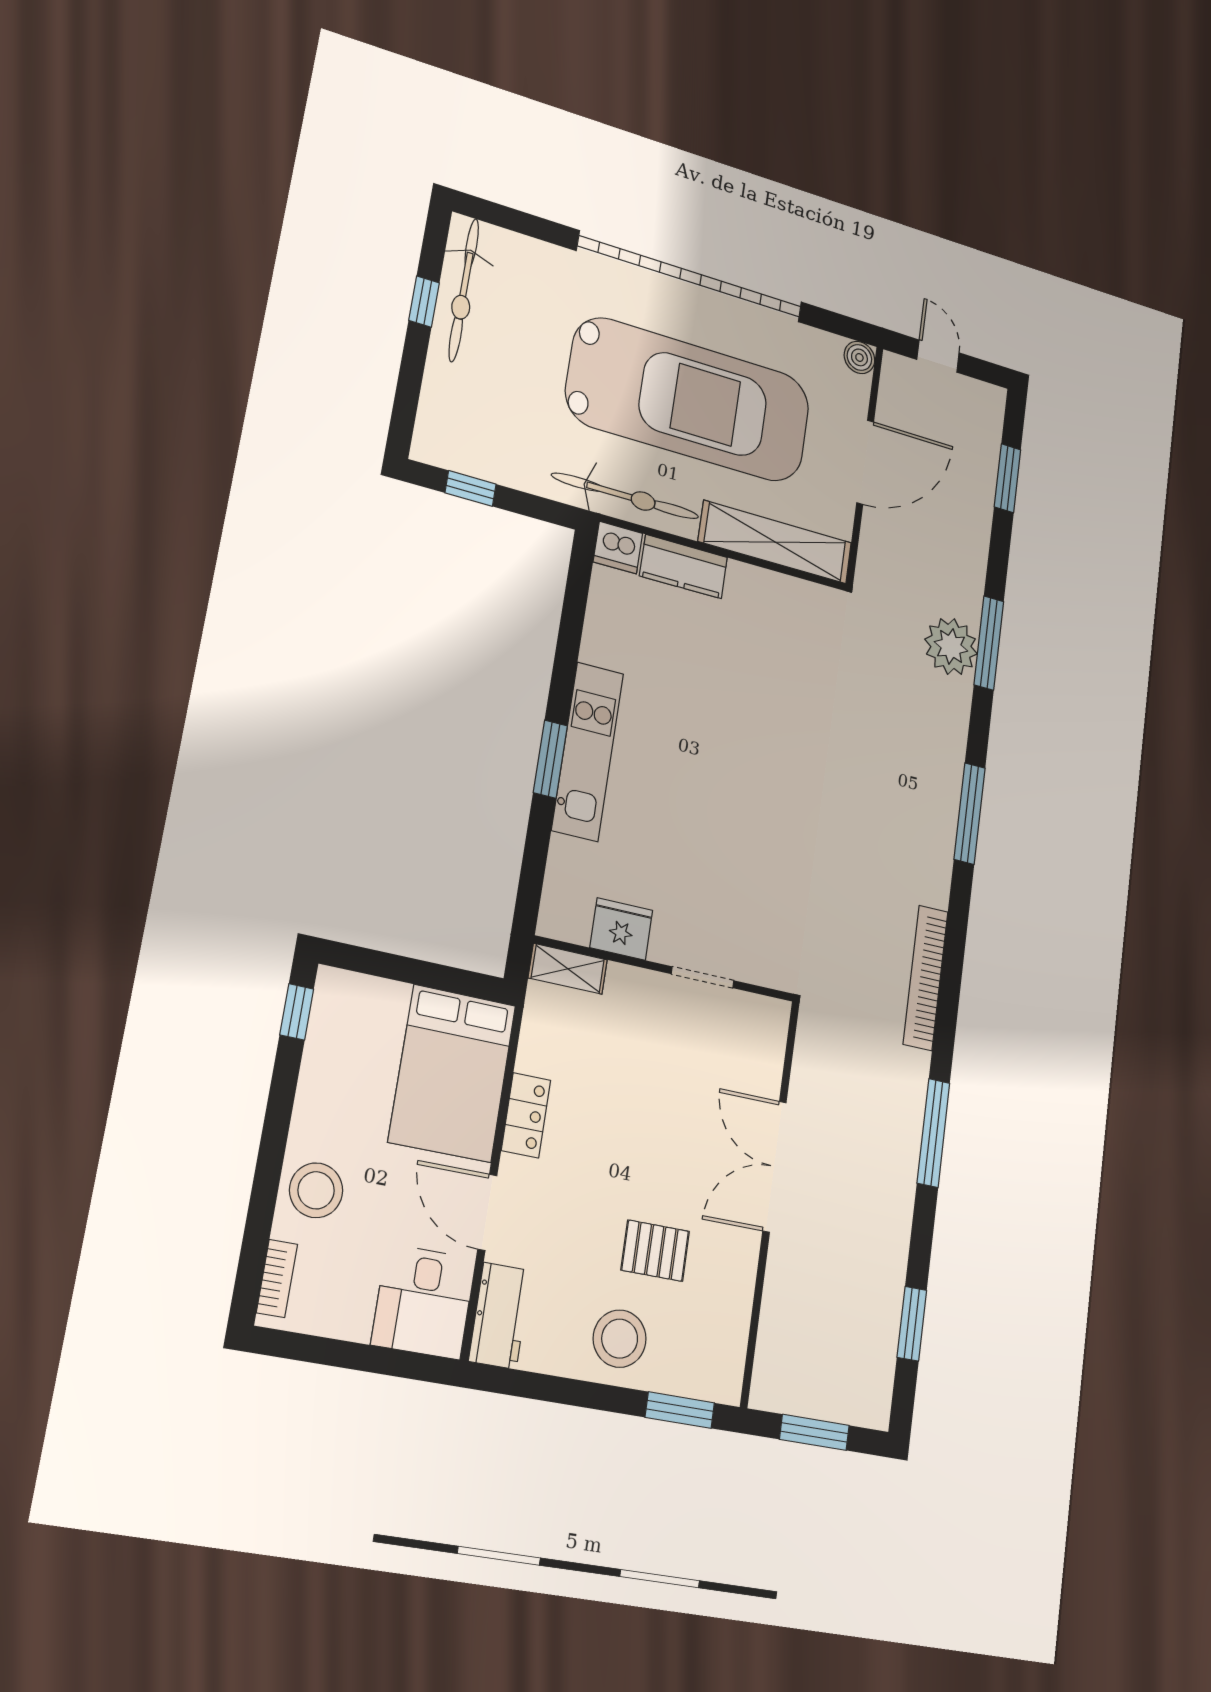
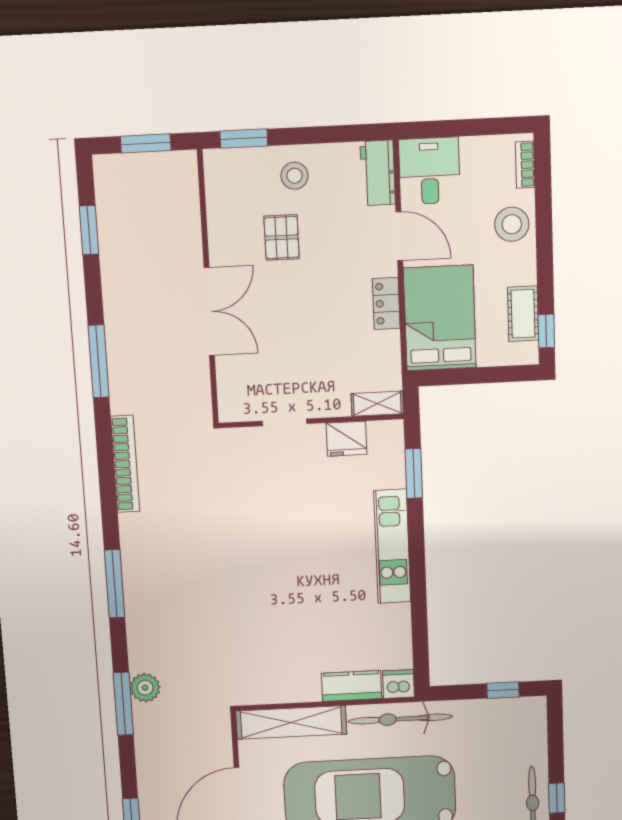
plant: (951, 646) -> (145, 688), width x0.73, depth x0.73
window: (550, 759) -> (414, 473), moved
cot: (327, 1048) -> (523, 314), added
pallet: (655, 1251) -> (282, 237), turned 90
stool: (620, 1339) -> (295, 176), width x0.73, depth x0.73

